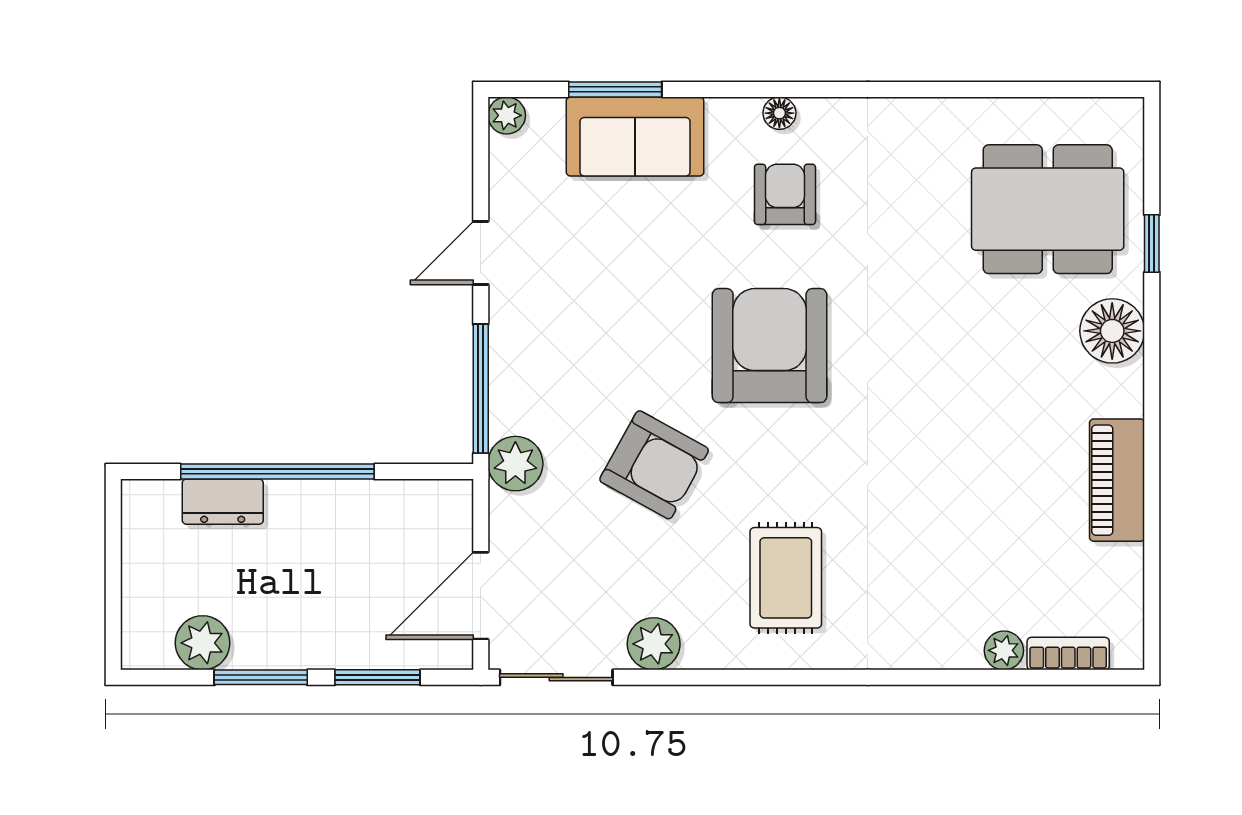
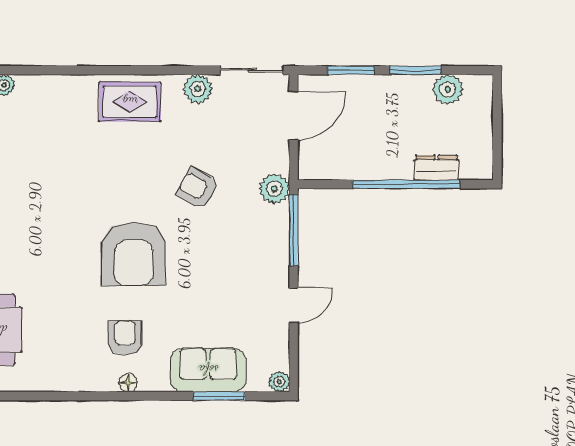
armchair: (785, 194) -> (125, 338), turned 180
armchair: (654, 465) -> (198, 188), width x0.72, depth x0.72
rug: (786, 578) -> (130, 102), moved, turned 90

